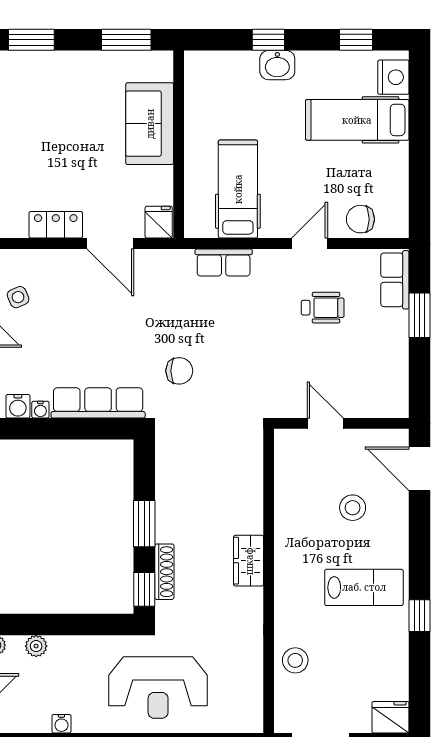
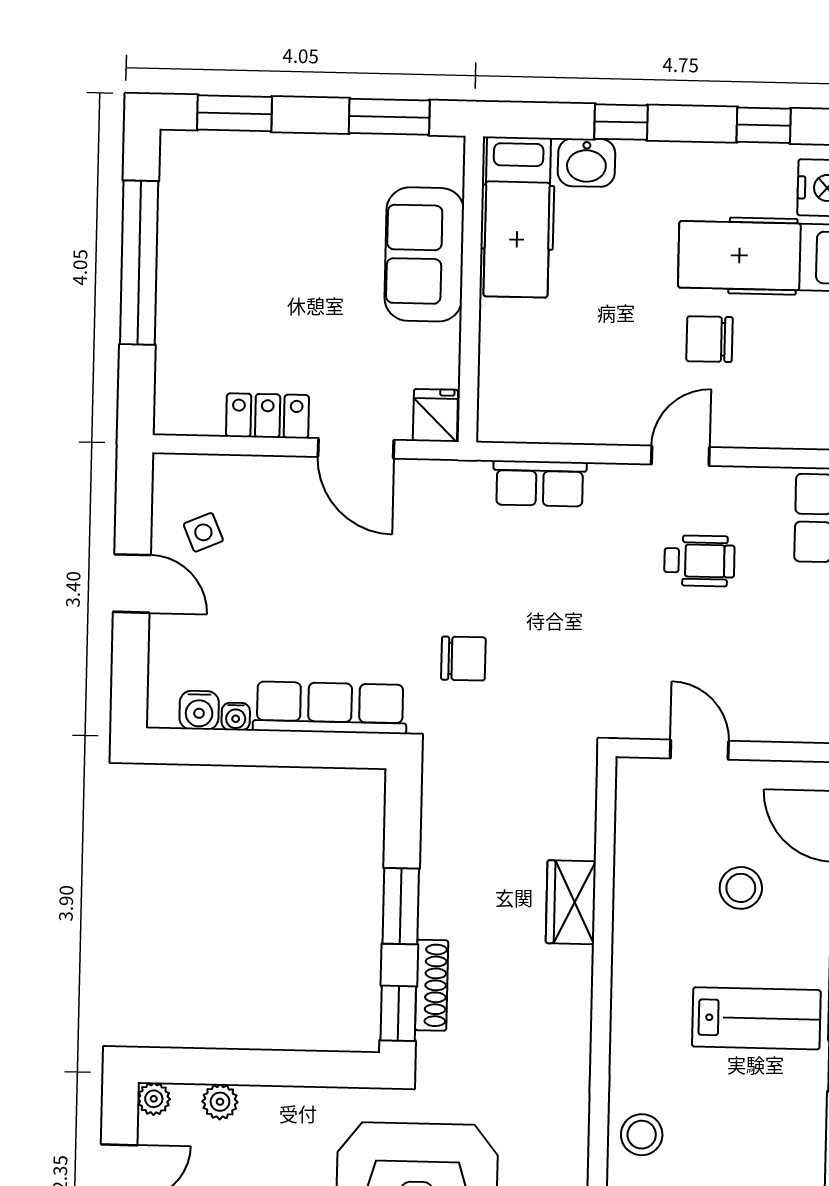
washbasin: (277, 65) -> (586, 163), moved
hospital bed: (238, 189) -> (517, 217), moved, turned 180
chair: (360, 219) -> (710, 339), moved
wardrobe: (249, 561) -> (571, 902), moved

